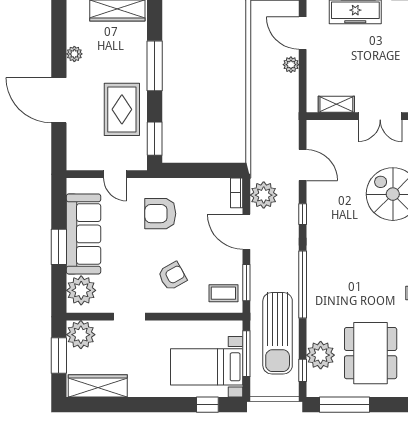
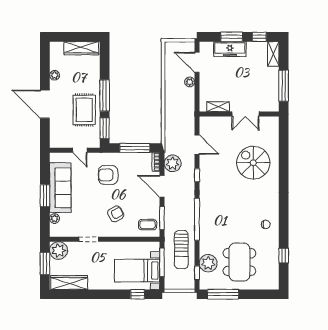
window: (155, 66) -> (105, 95), moved
window: (203, 170) -> (135, 148), added
plant: (81, 290) -> (55, 219), width x0.53, depth x0.53
sun lounger: (278, 333) -> (181, 250), width x0.73, depth x0.75

